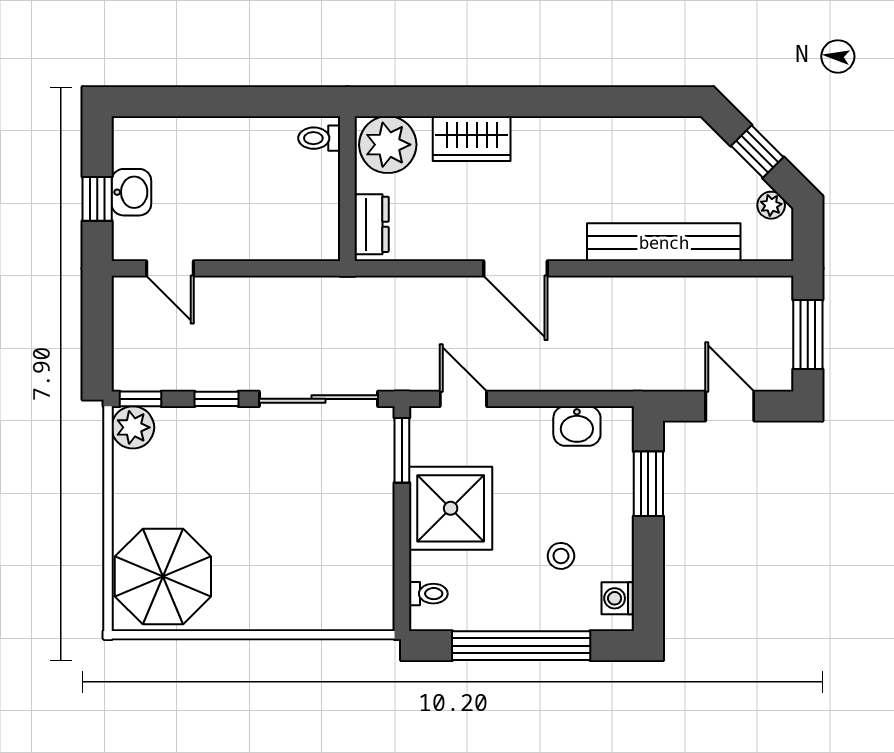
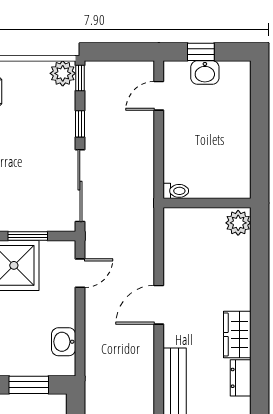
toilet: (319, 138) -> (176, 191), moved, turned 90
wardrobe: (472, 139) -> (237, 334), moved
plant: (388, 145) -> (238, 223), width x0.73, depth x0.73
dresser: (372, 224) -> (241, 378), moved, turned 90
window: (402, 450) -> (28, 236), moved

